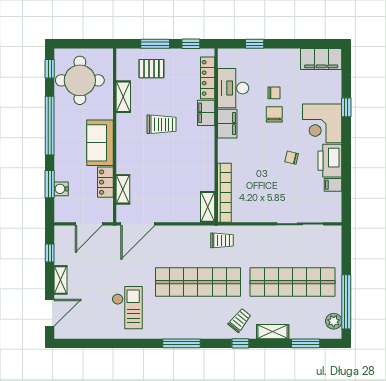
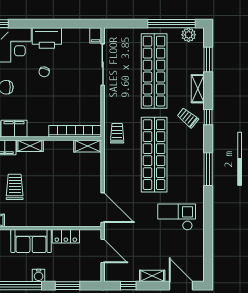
filing cabinet: (333, 185) -> (96, 35), moved
water cooler: (61, 189) -> (39, 275), moved
shelving: (123, 189) -> (30, 146), moved

